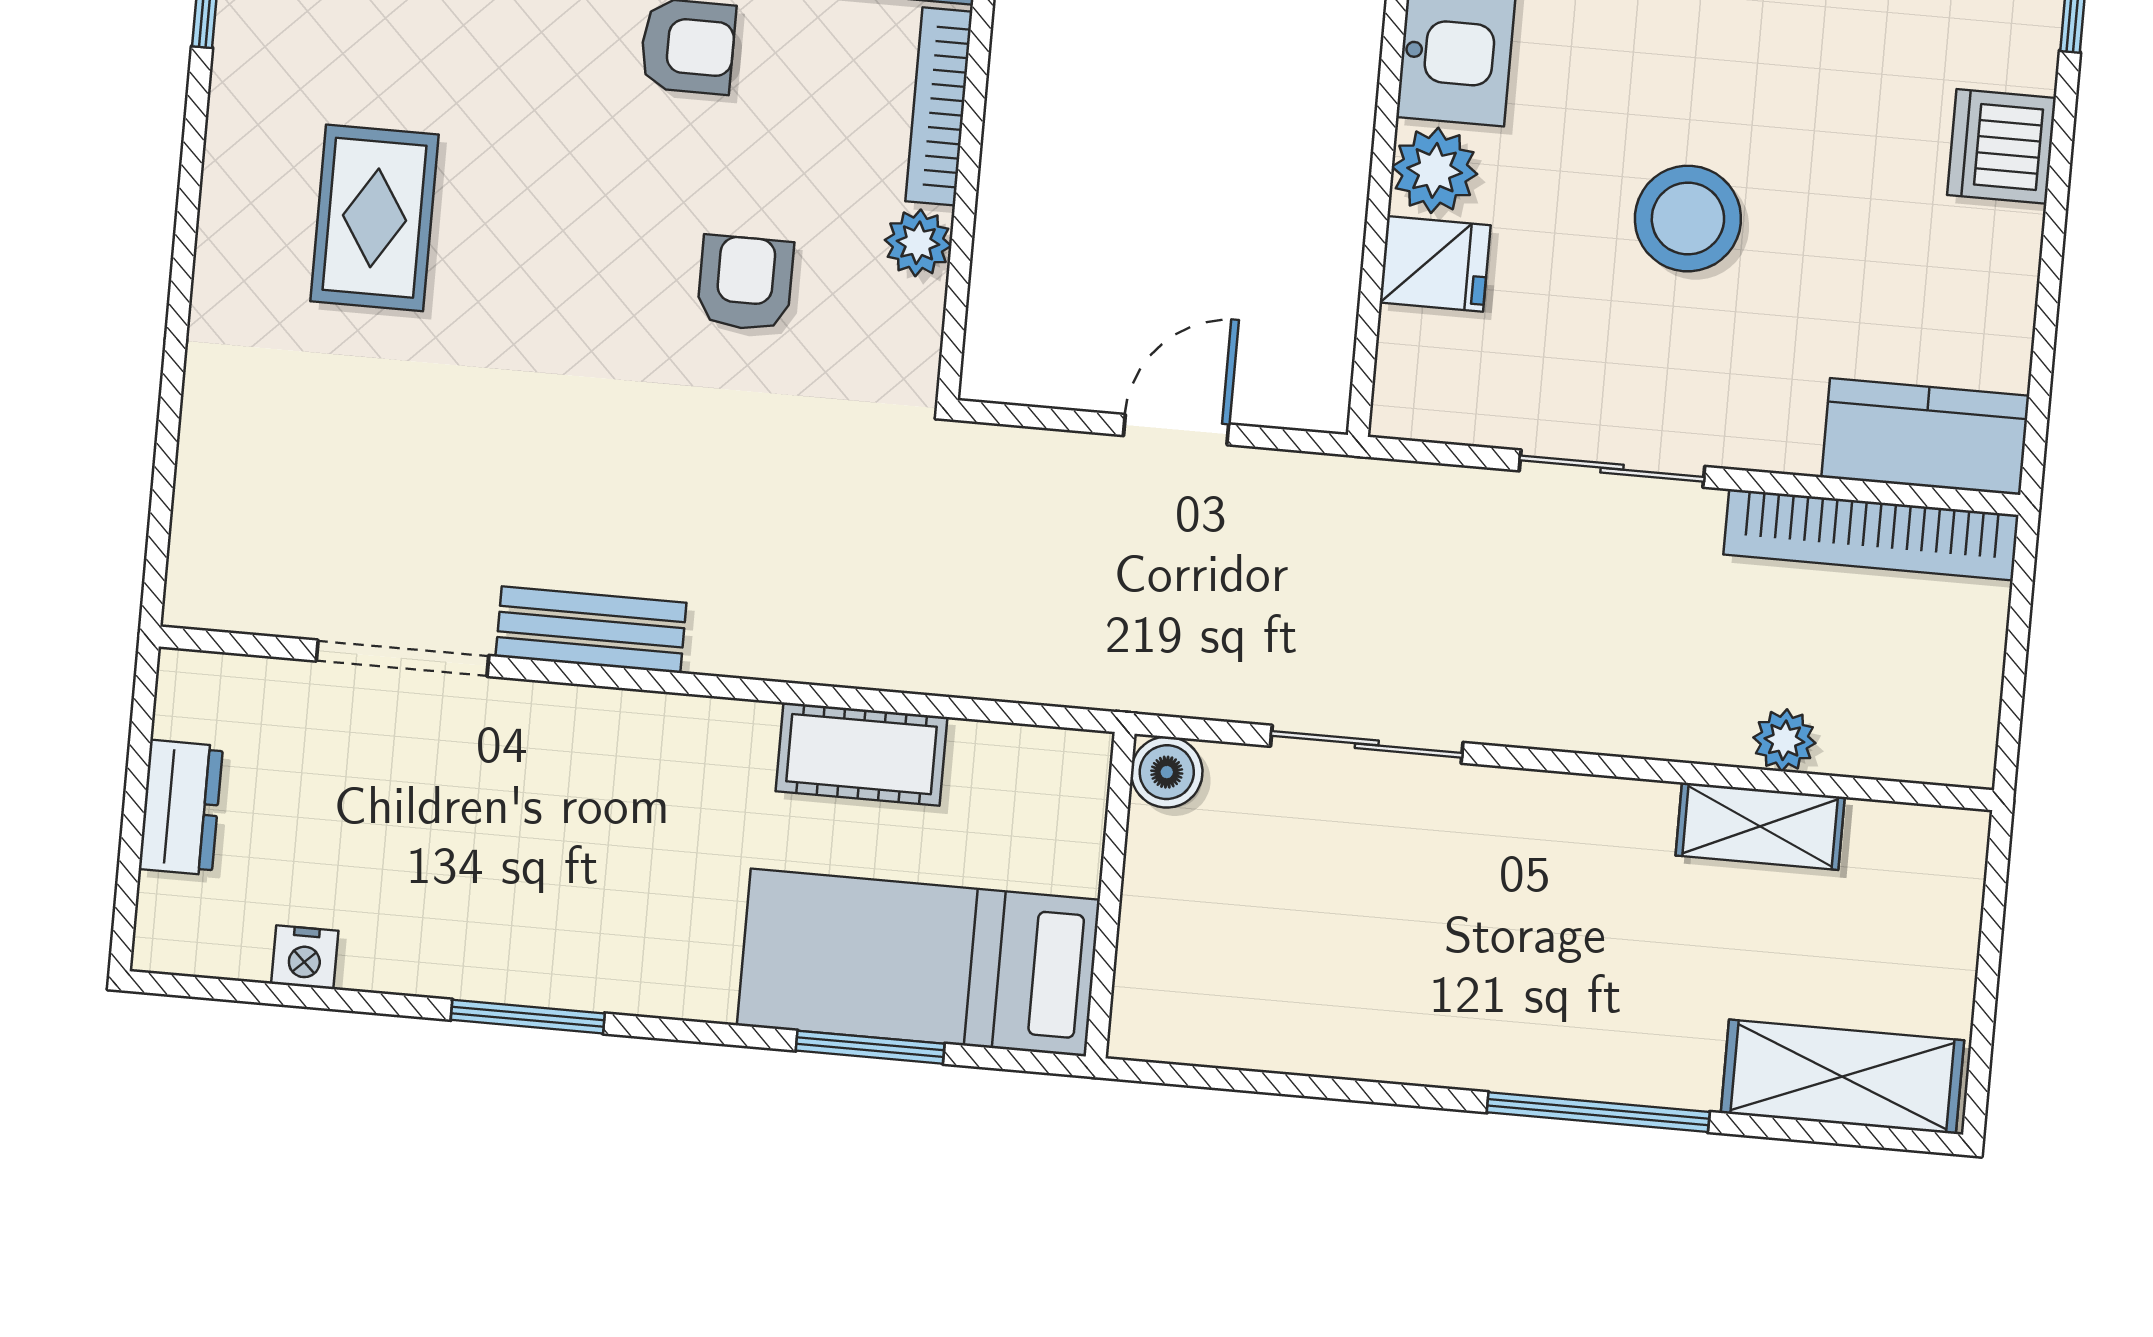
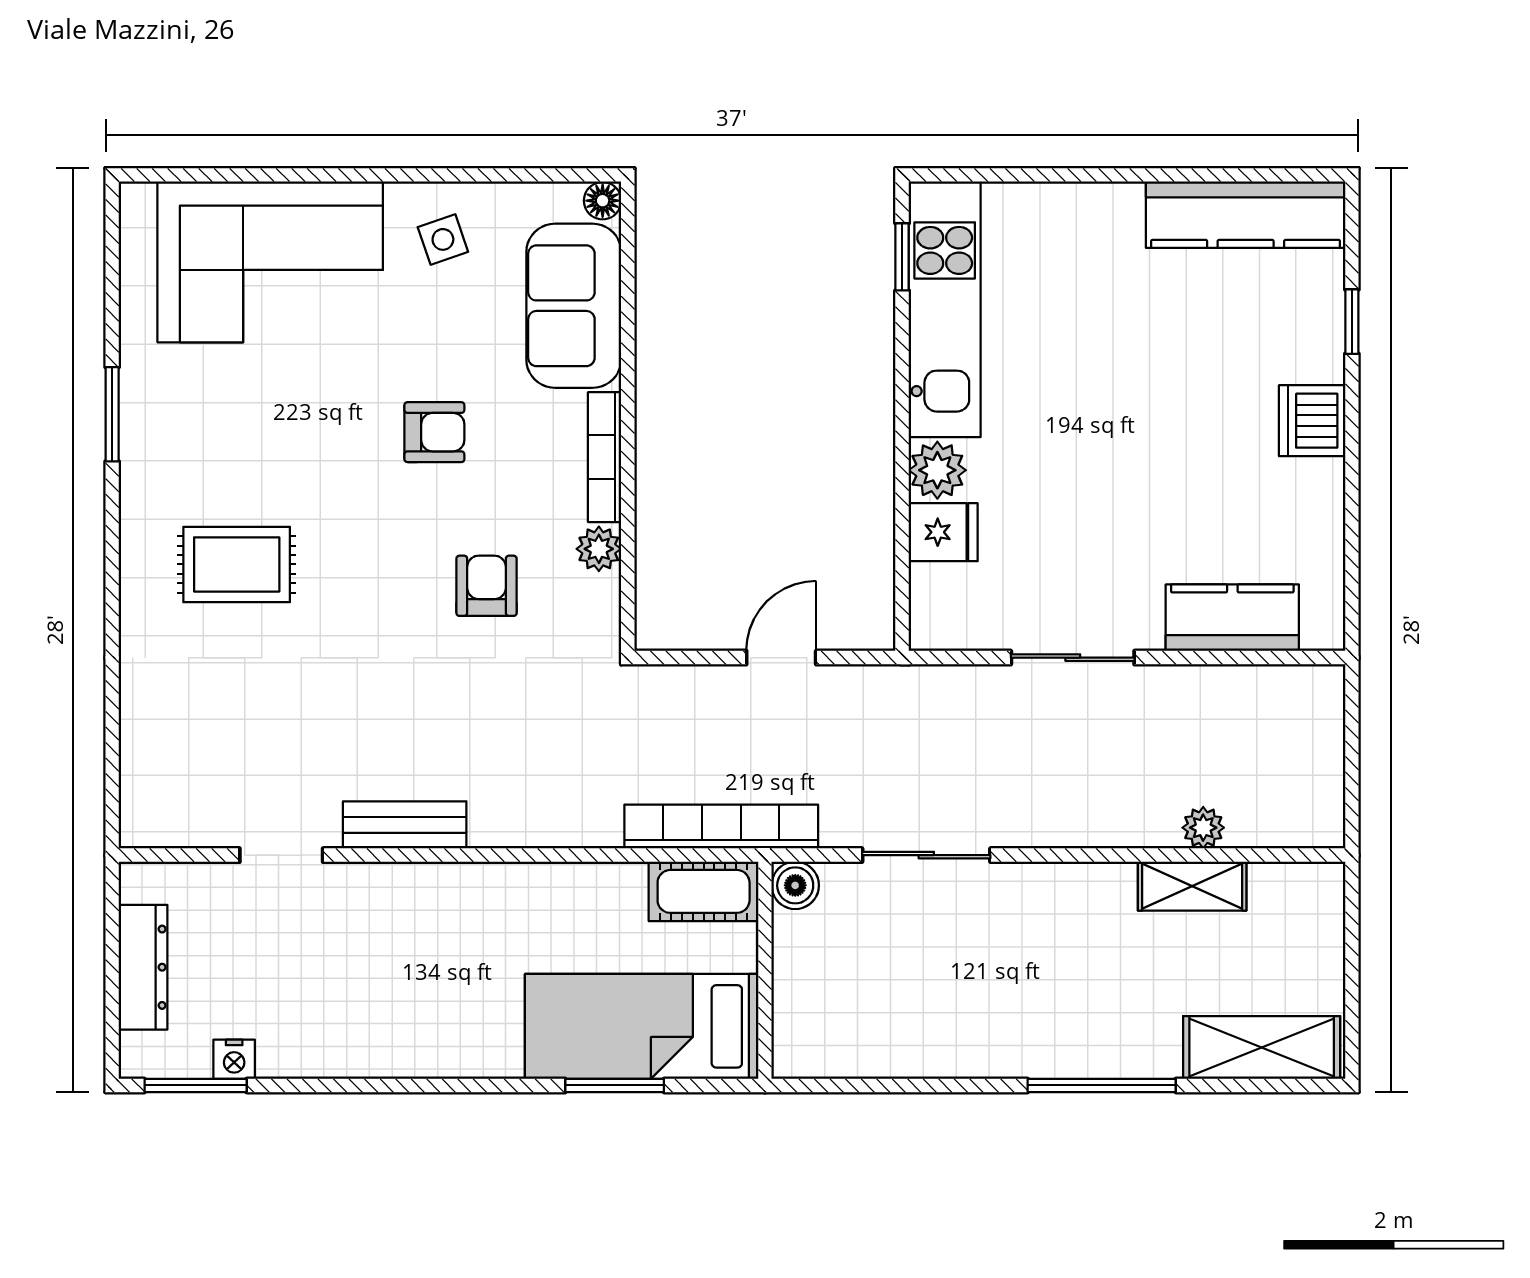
rug: (374, 218) -> (237, 564), turned 90
stool: (1688, 219) -> (1108, 487), removed
kitchen counter: (1925, 436) -> (1232, 618), moved
bookcase: (1871, 535) -> (721, 827), moved, turned 180
doorway: (402, 658) -> (281, 855), width x0.73
cot: (861, 754) -> (704, 891), moved
dresser: (181, 808) -> (143, 967), width x1.44
window: (528, 1017) -> (196, 1085), moved

